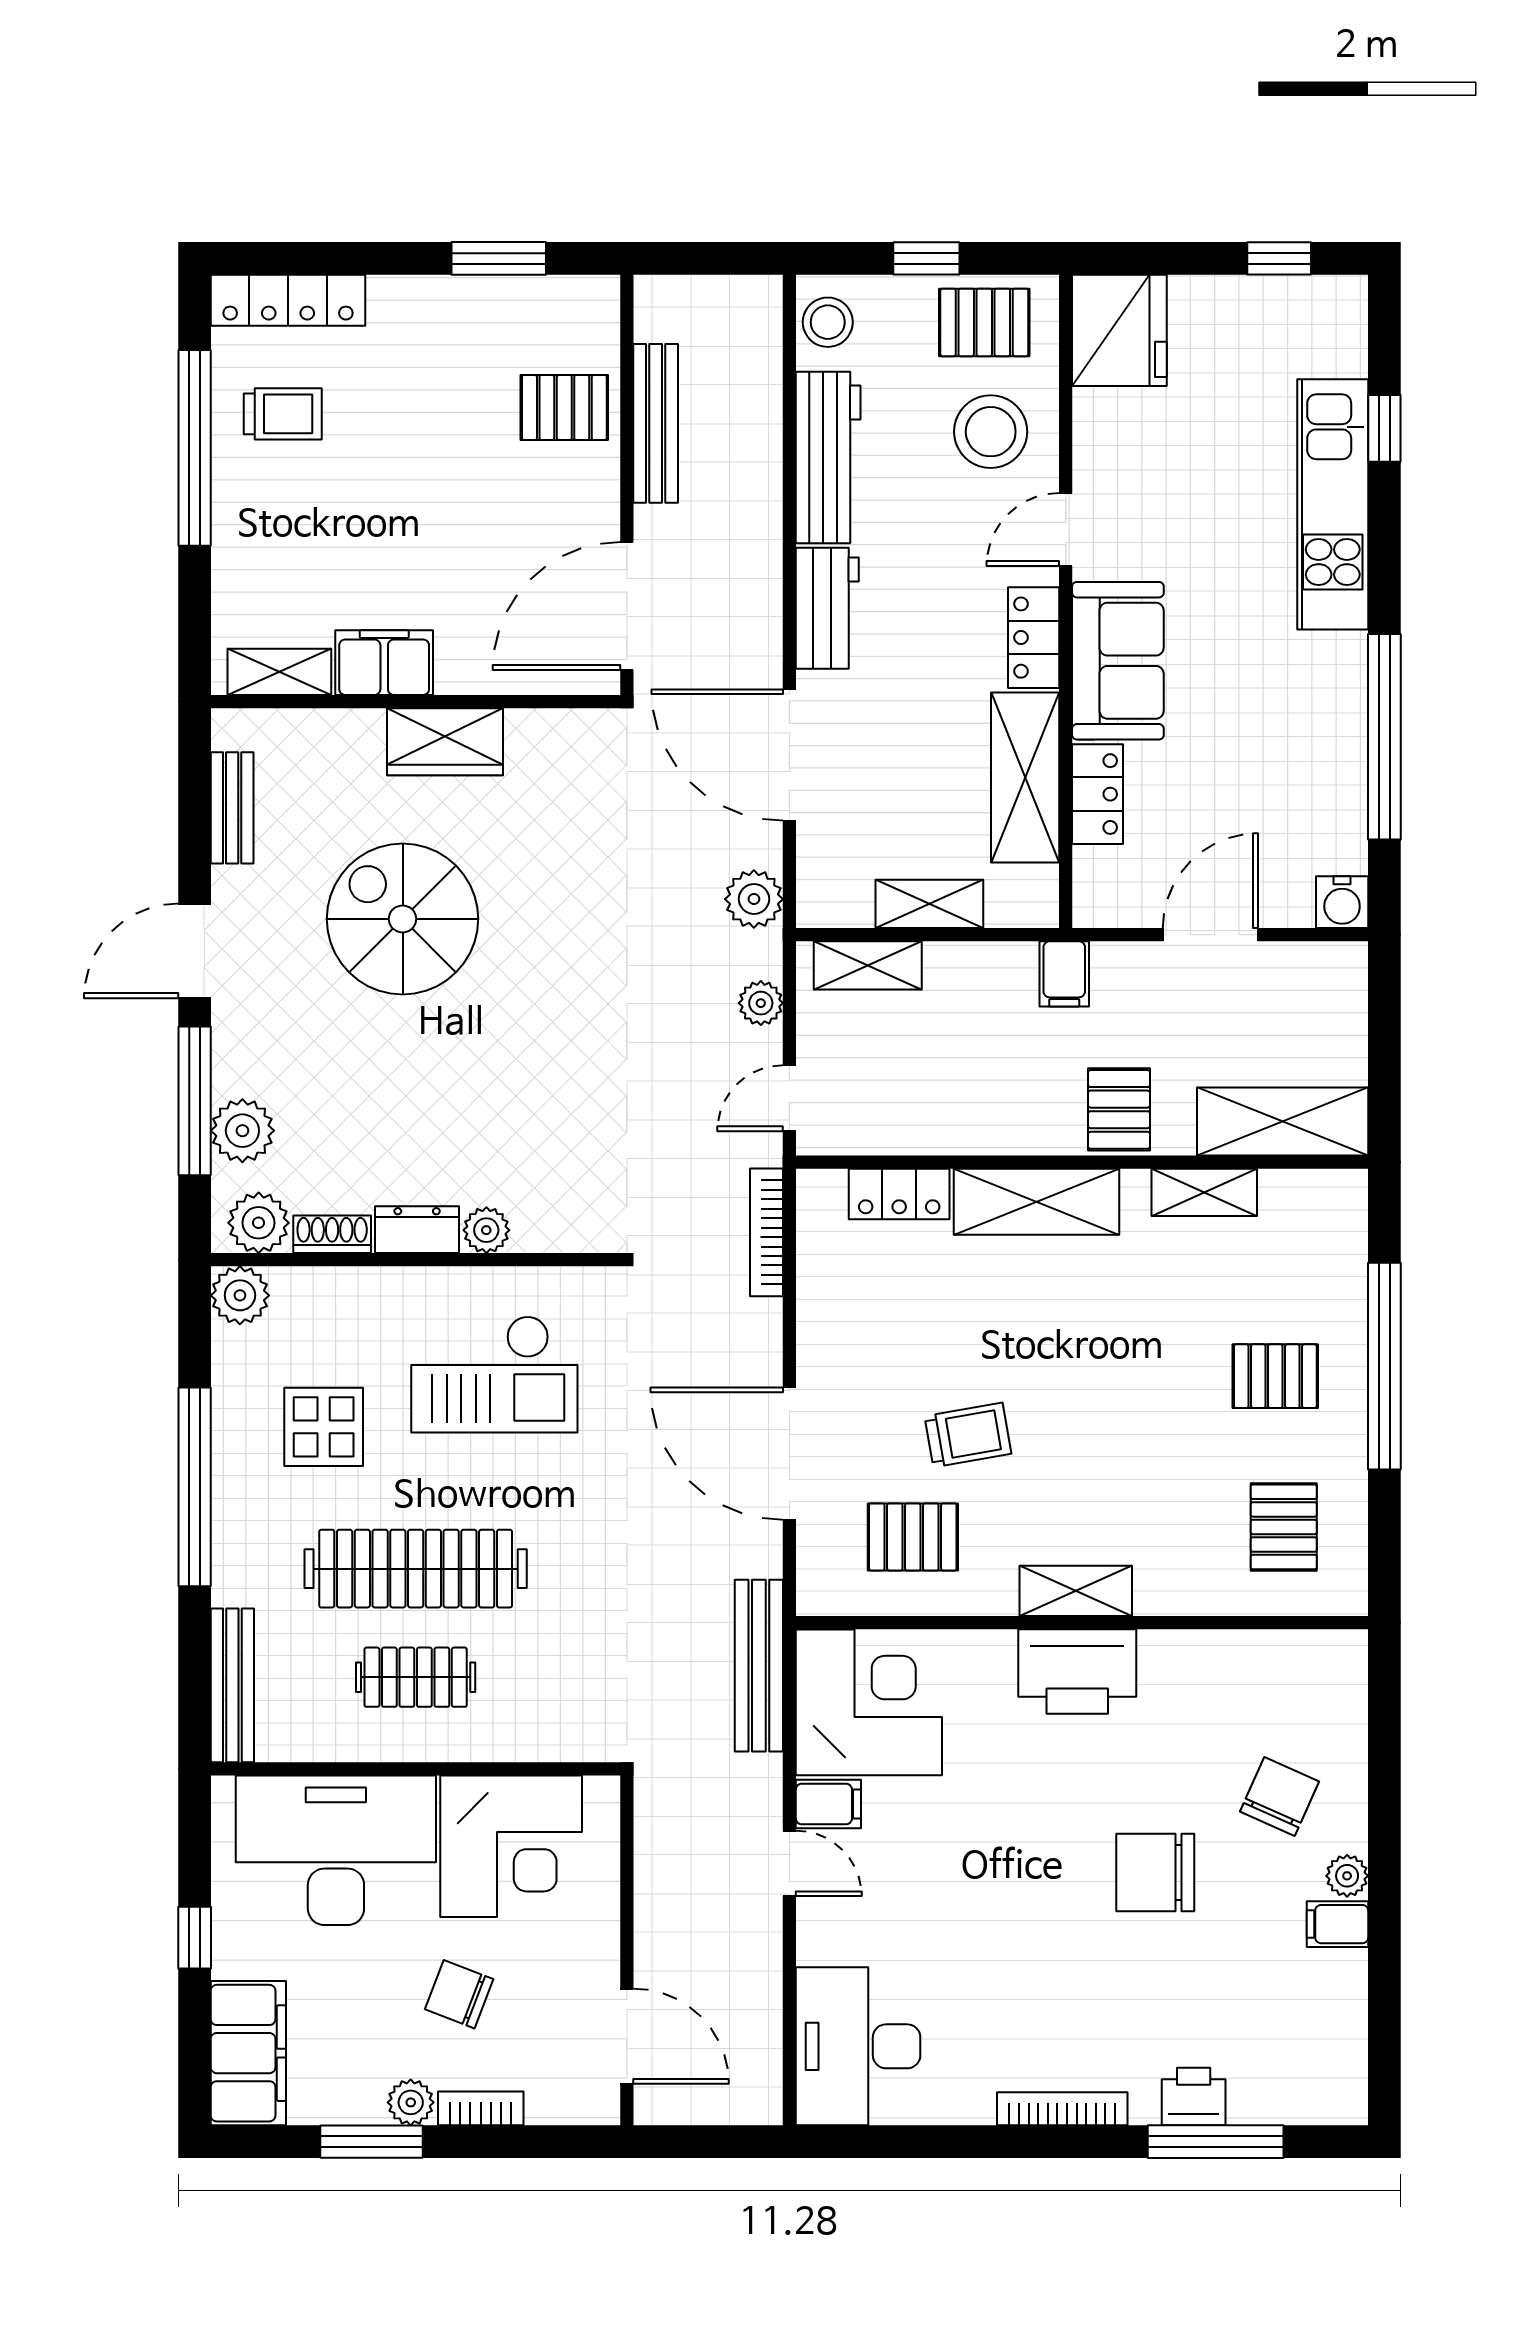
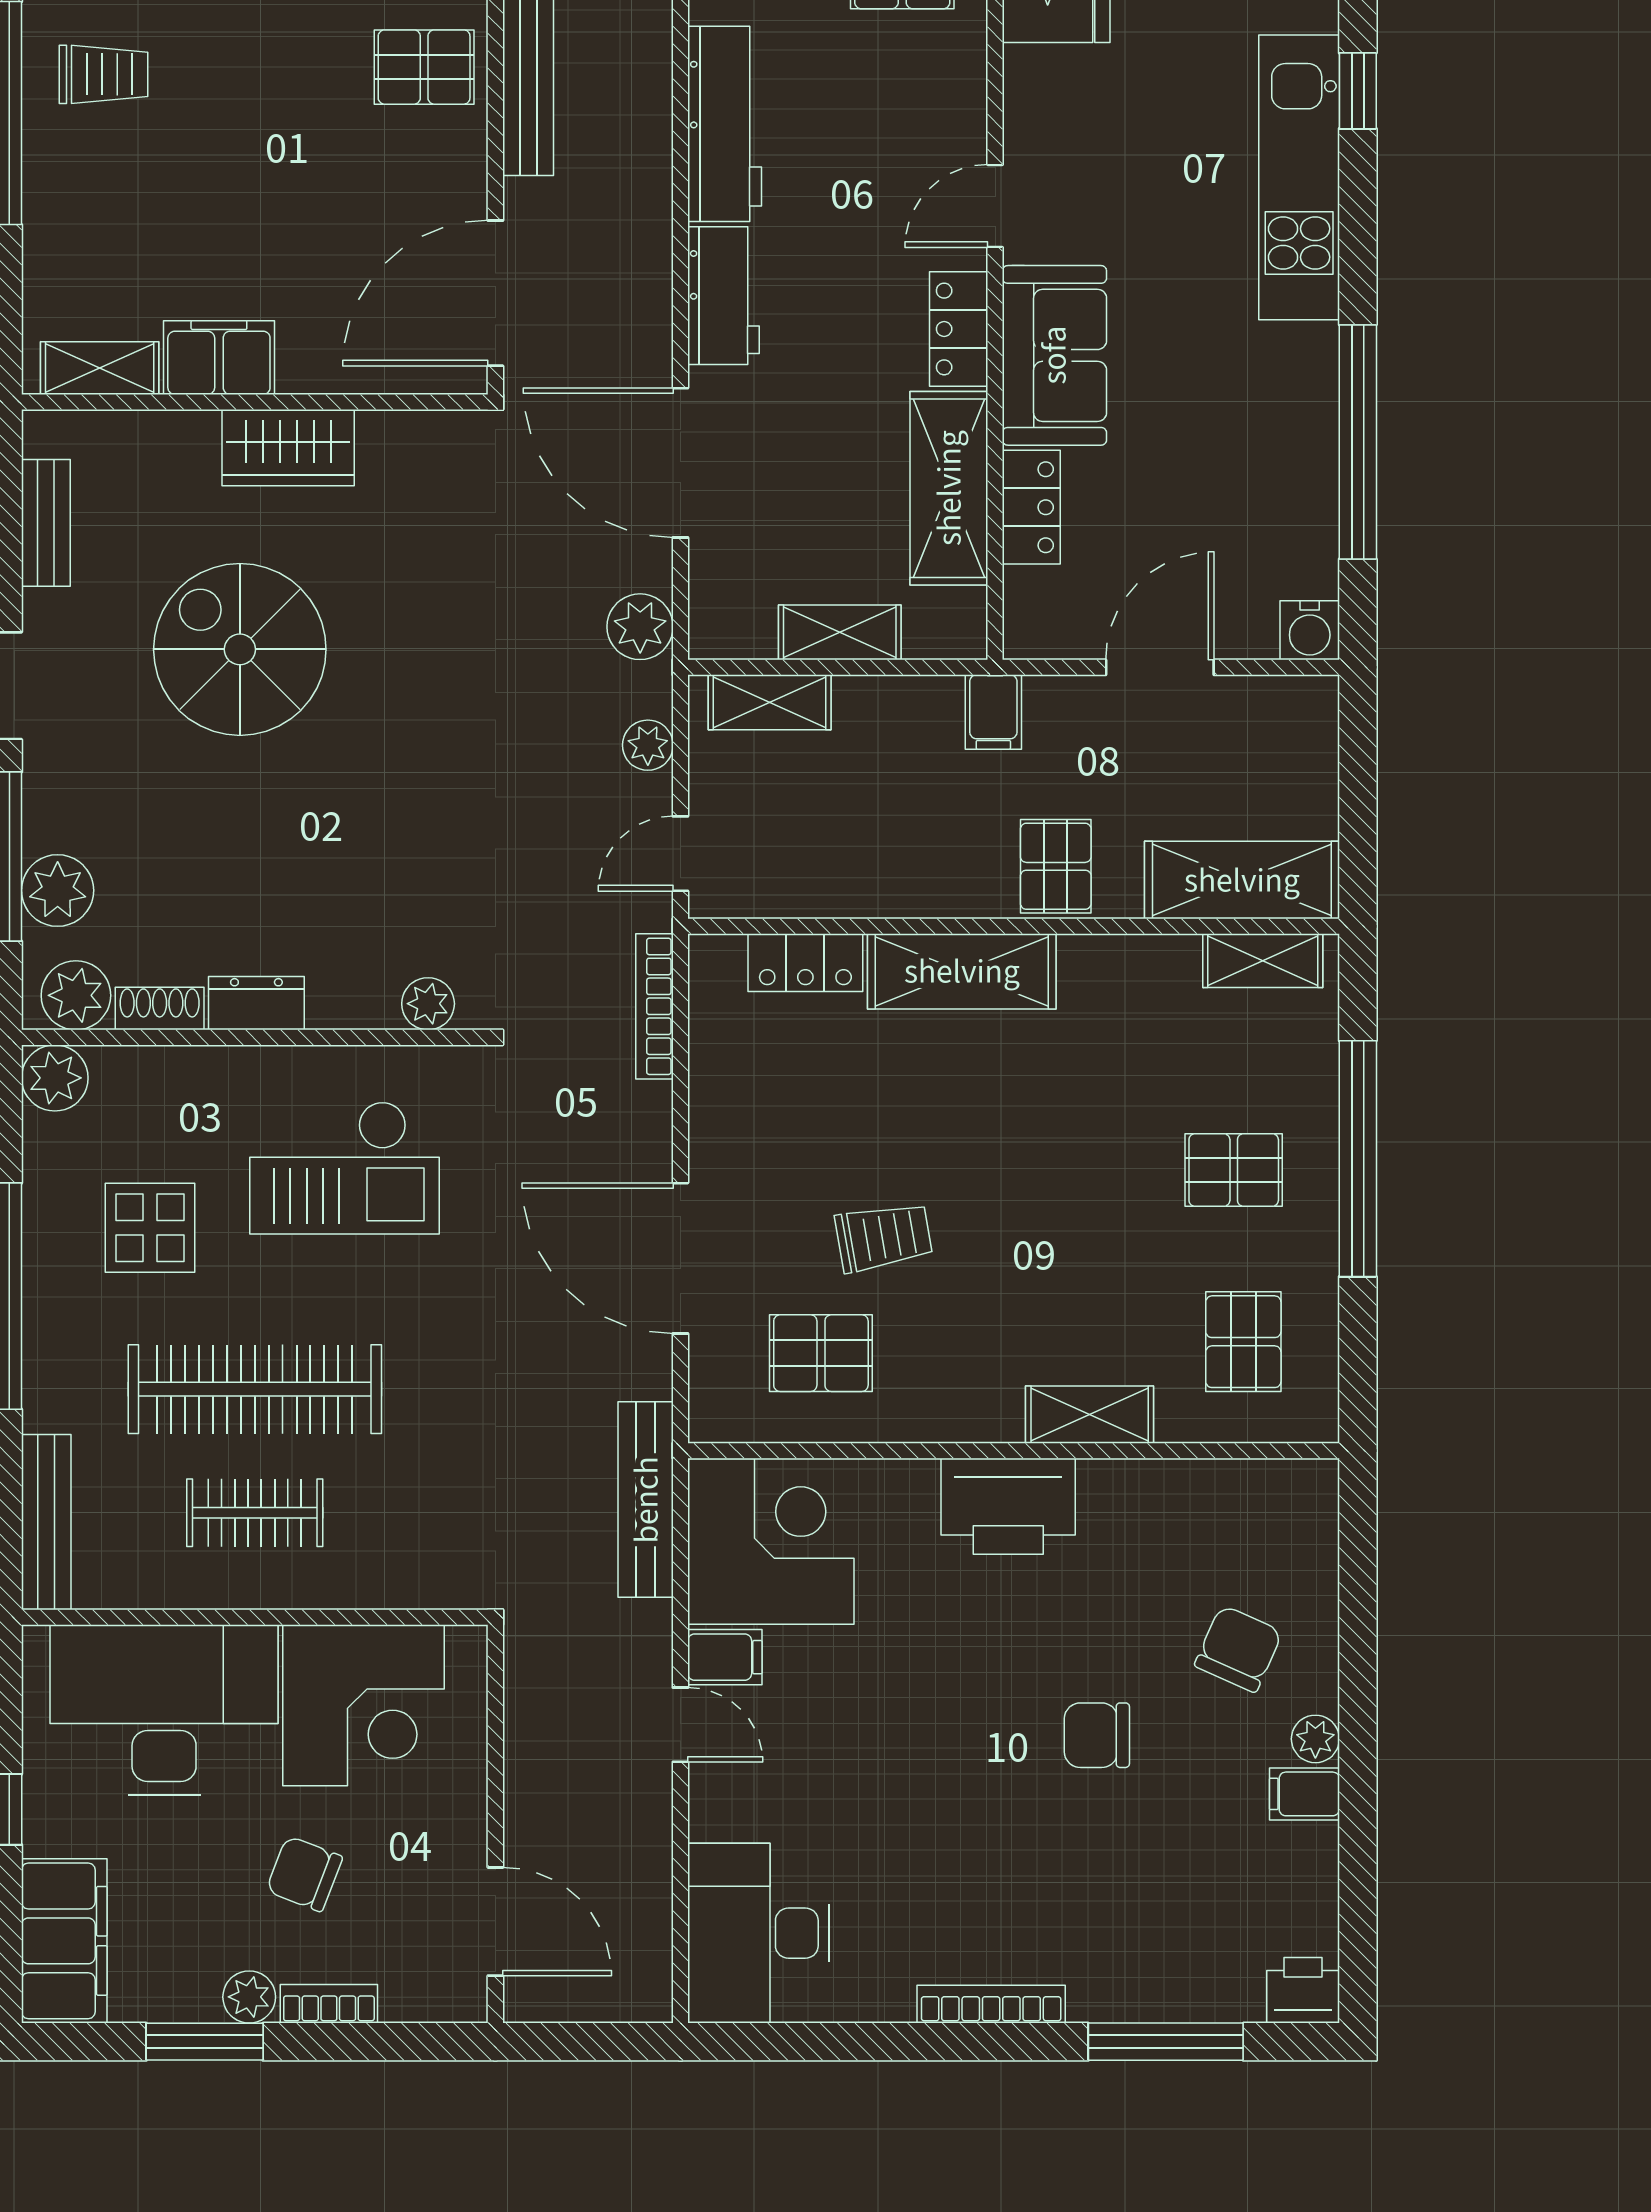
stool: (991, 432) -> (910, 95), removed
shelving: (1204, 1192) -> (1263, 961), moved
plant: (486, 1230) -> (428, 1004), moved
shelving: (1076, 1591) -> (1090, 1415), moved
chair: (1155, 1872) -> (1097, 1735), width x0.73, depth x0.73
printer: (1194, 2097) -> (1303, 1990), moved

